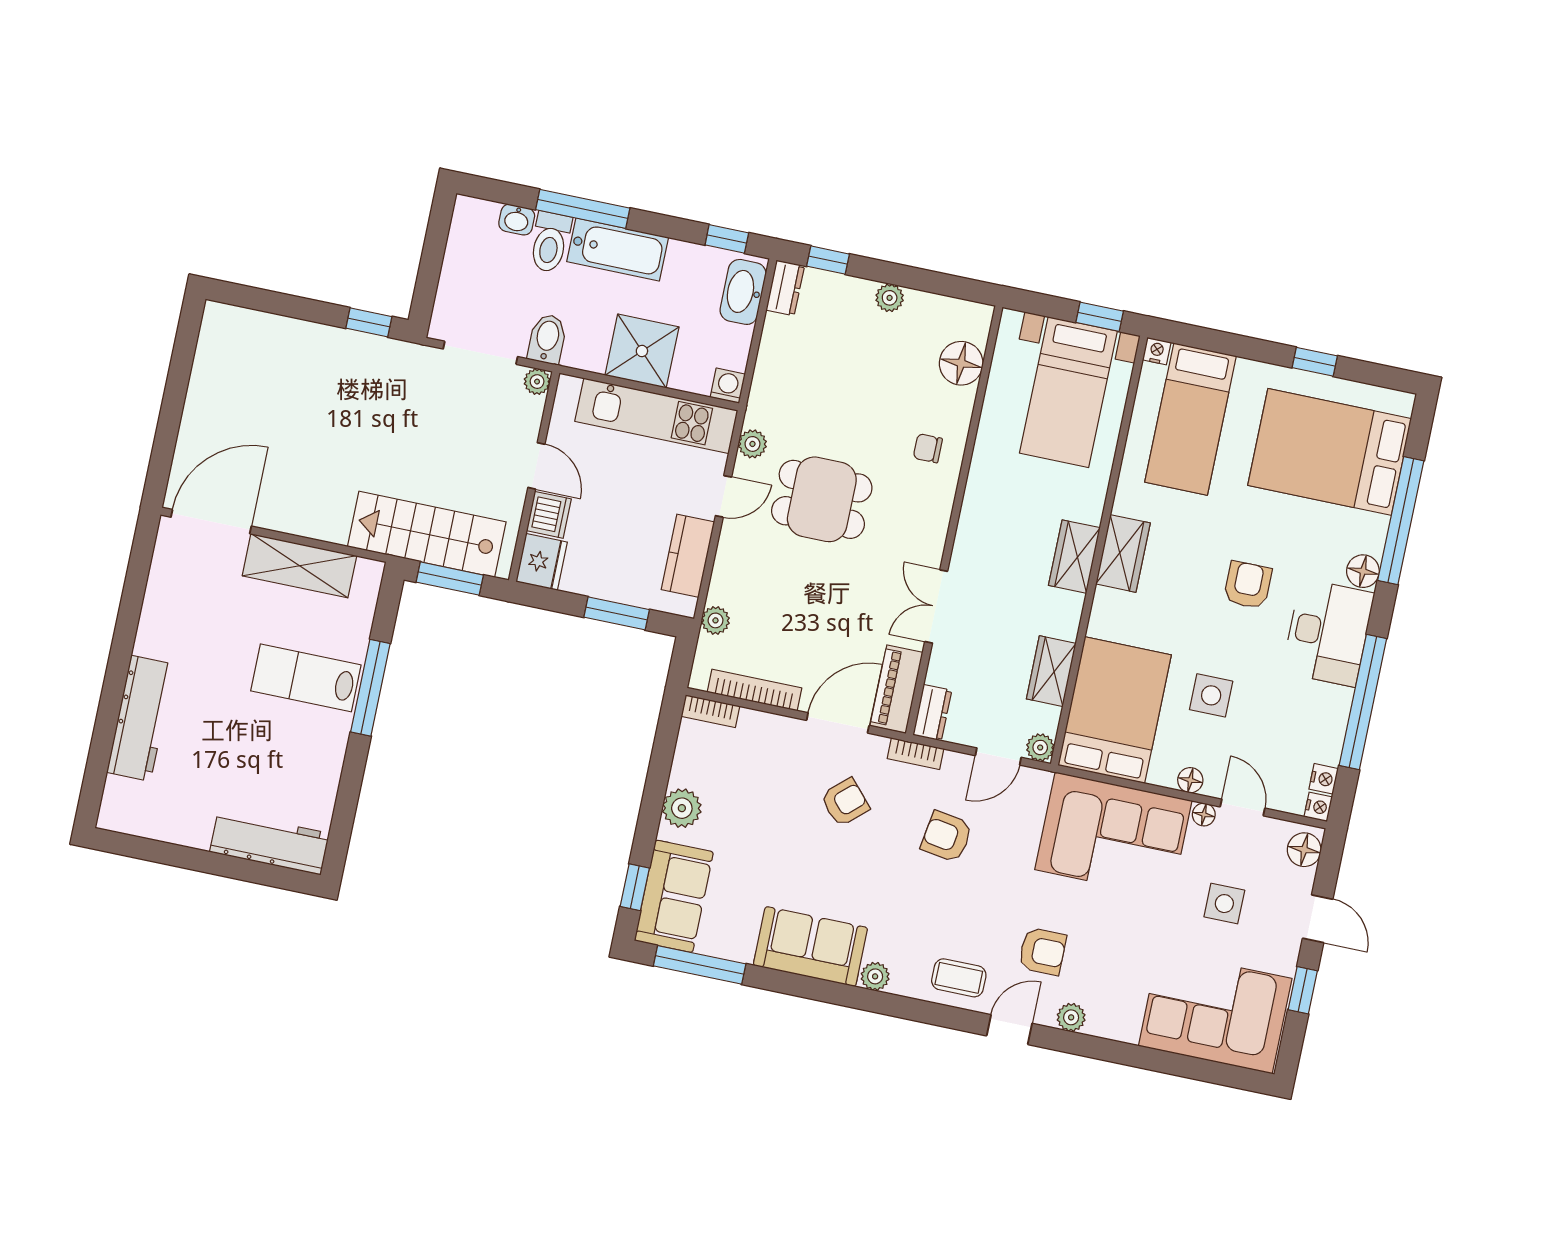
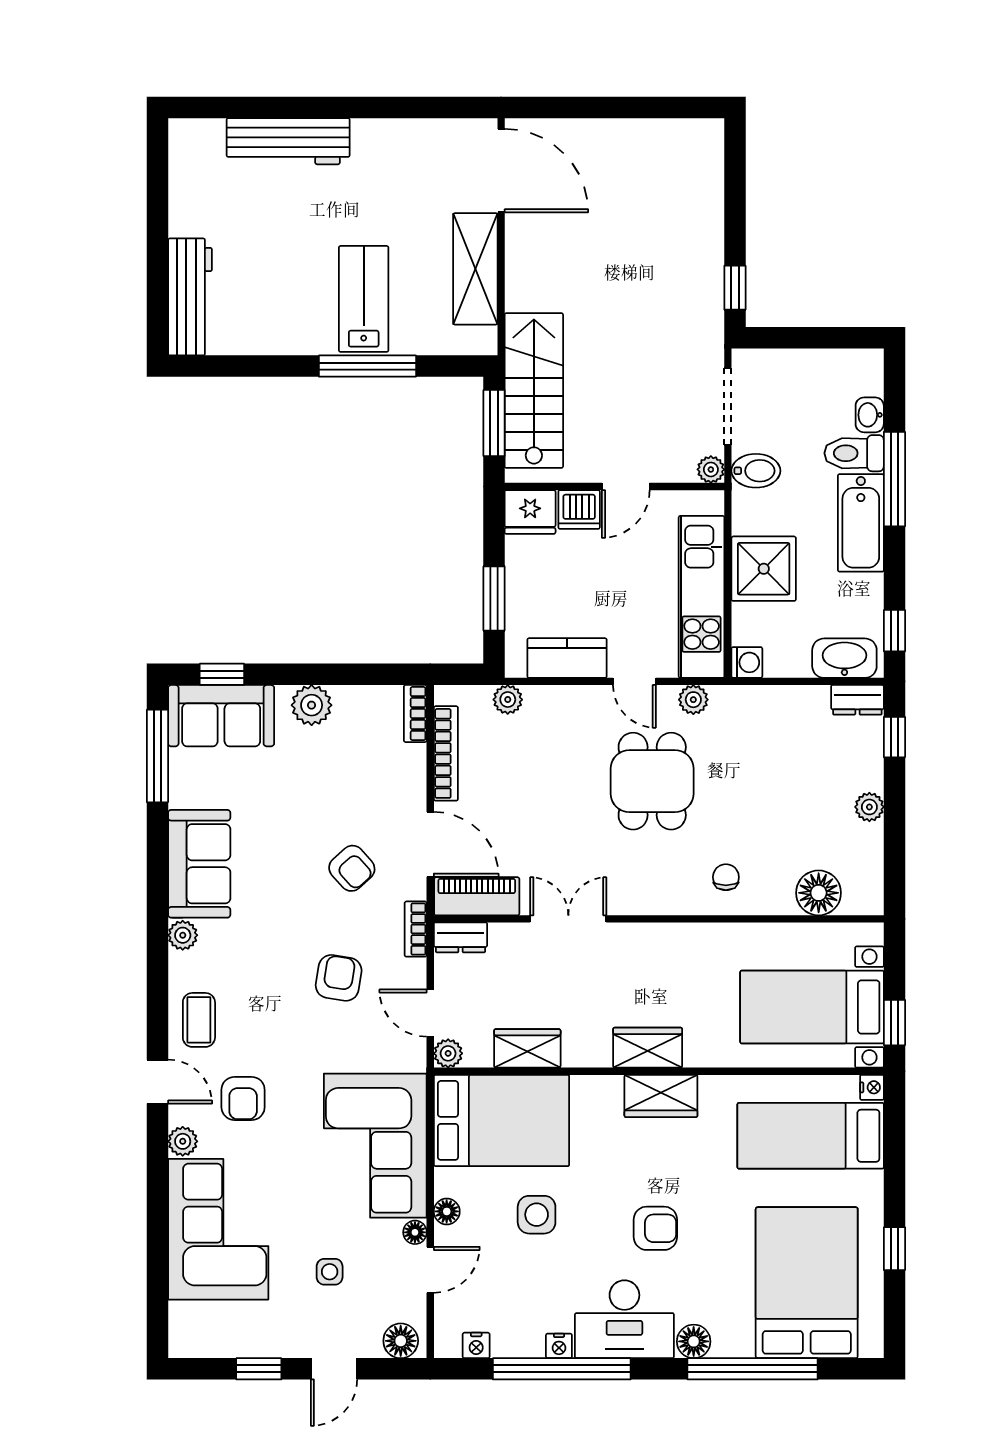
nightstand: (1318, 807) -> (559, 1346), moved
side table: (1224, 904) -> (330, 1272), width x0.73, depth x0.73
corner sofa: (1215, 1012) -> (218, 1229), moved

